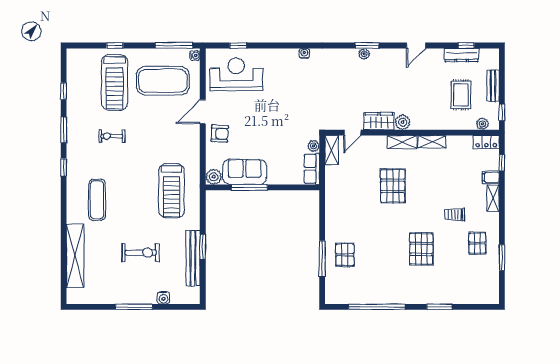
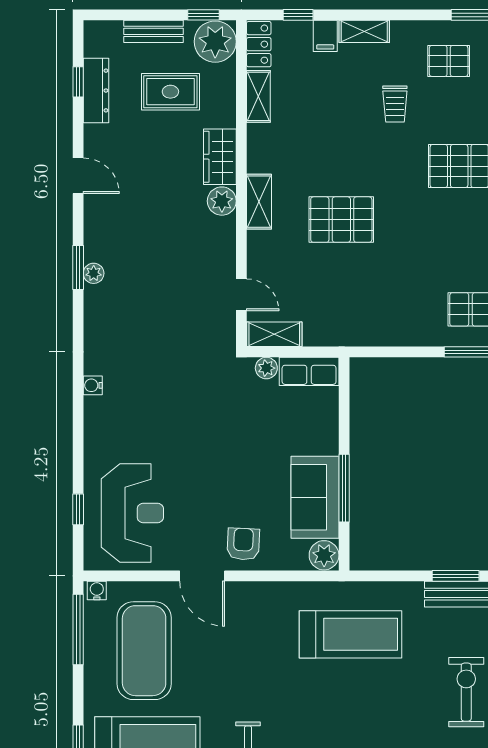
reception desk: (236, 74) -> (132, 513), turned 180
wardrobe: (379, 121) -> (220, 157), moved
plant: (482, 124) -> (215, 42), width x1.87, depth x1.87
shelving: (432, 142) -> (258, 96), moved

